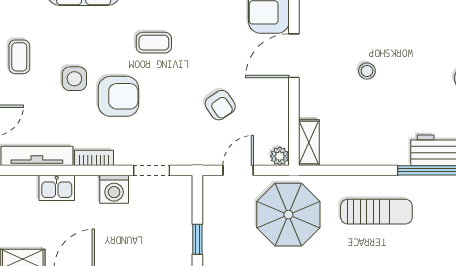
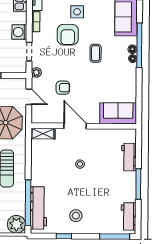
door: (294, 56) -> (75, 126), moved
armchair: (220, 105) -> (63, 88), turned -146
plant: (280, 156) -> (36, 72), moved

